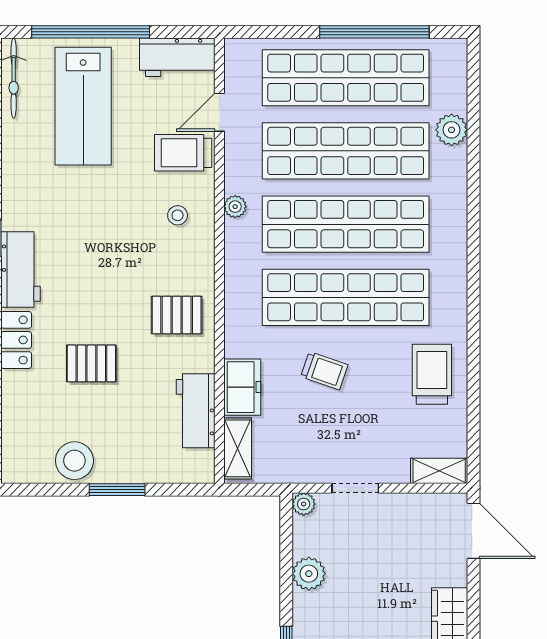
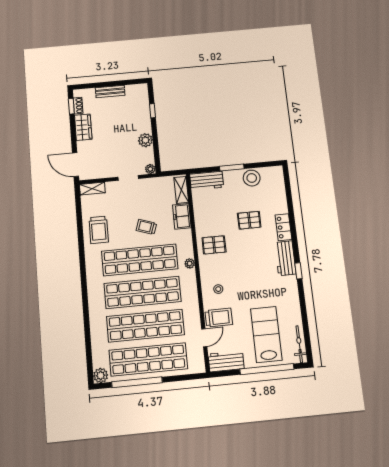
plant: (452, 130) -> (101, 375), moved
plant: (235, 207) -> (190, 263), moved
workbench: (196, 411) -> (207, 181), moved, turned 90

